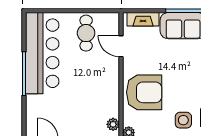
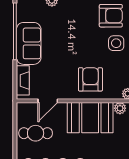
booth: (103, 92) -> (90, 118), added
armchair: (144, 92) -> (90, 79), width x0.73, depth x0.73

